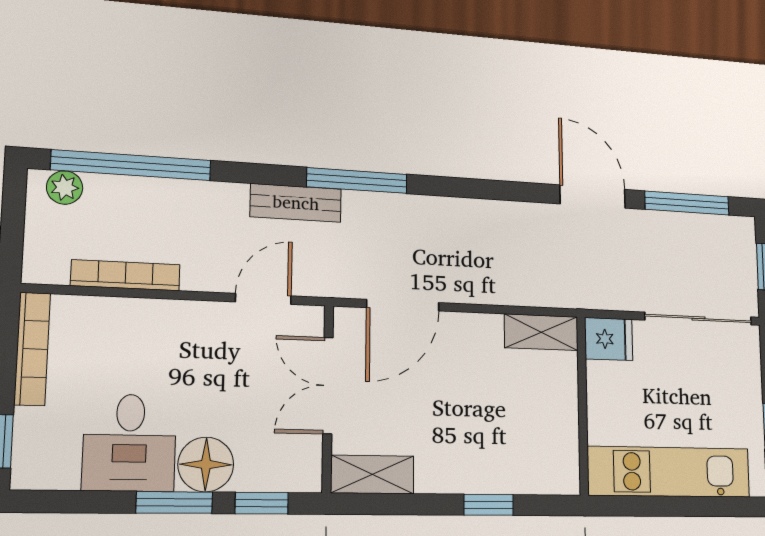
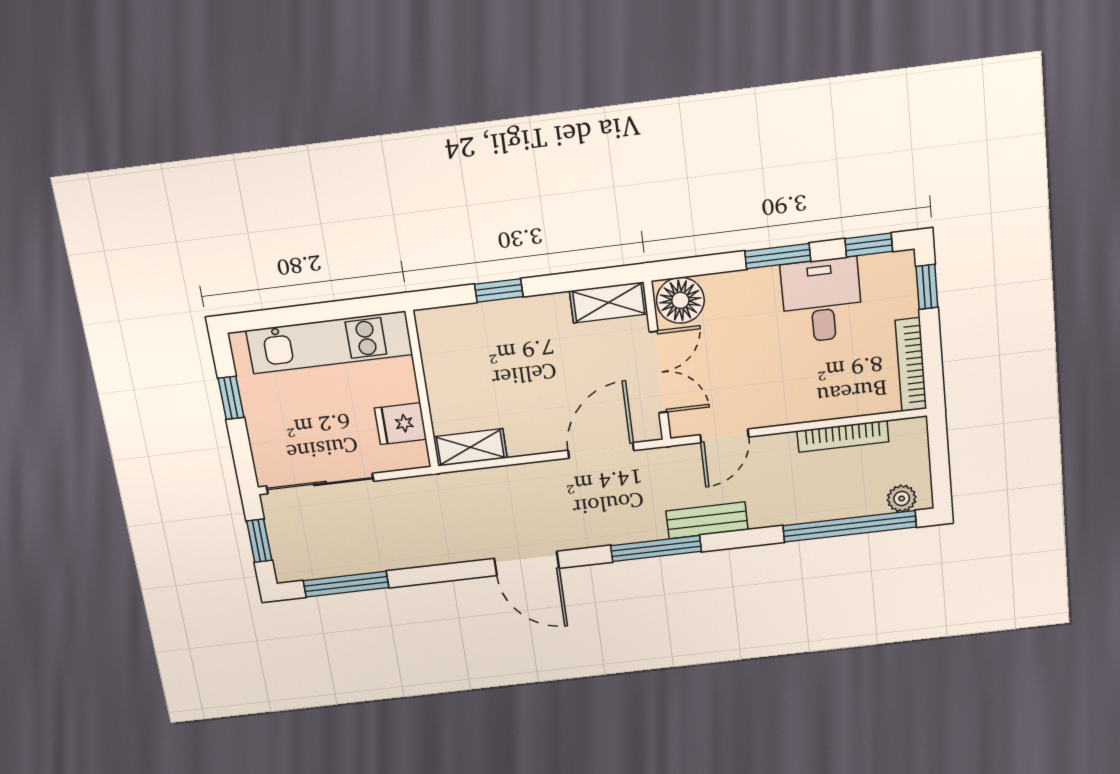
door: (593, 197) -> (527, 563), moved
fridge: (609, 339) -> (401, 424), moved
floor lamp: (206, 464) -> (680, 300), moved
window: (262, 503) -> (869, 245), moved

